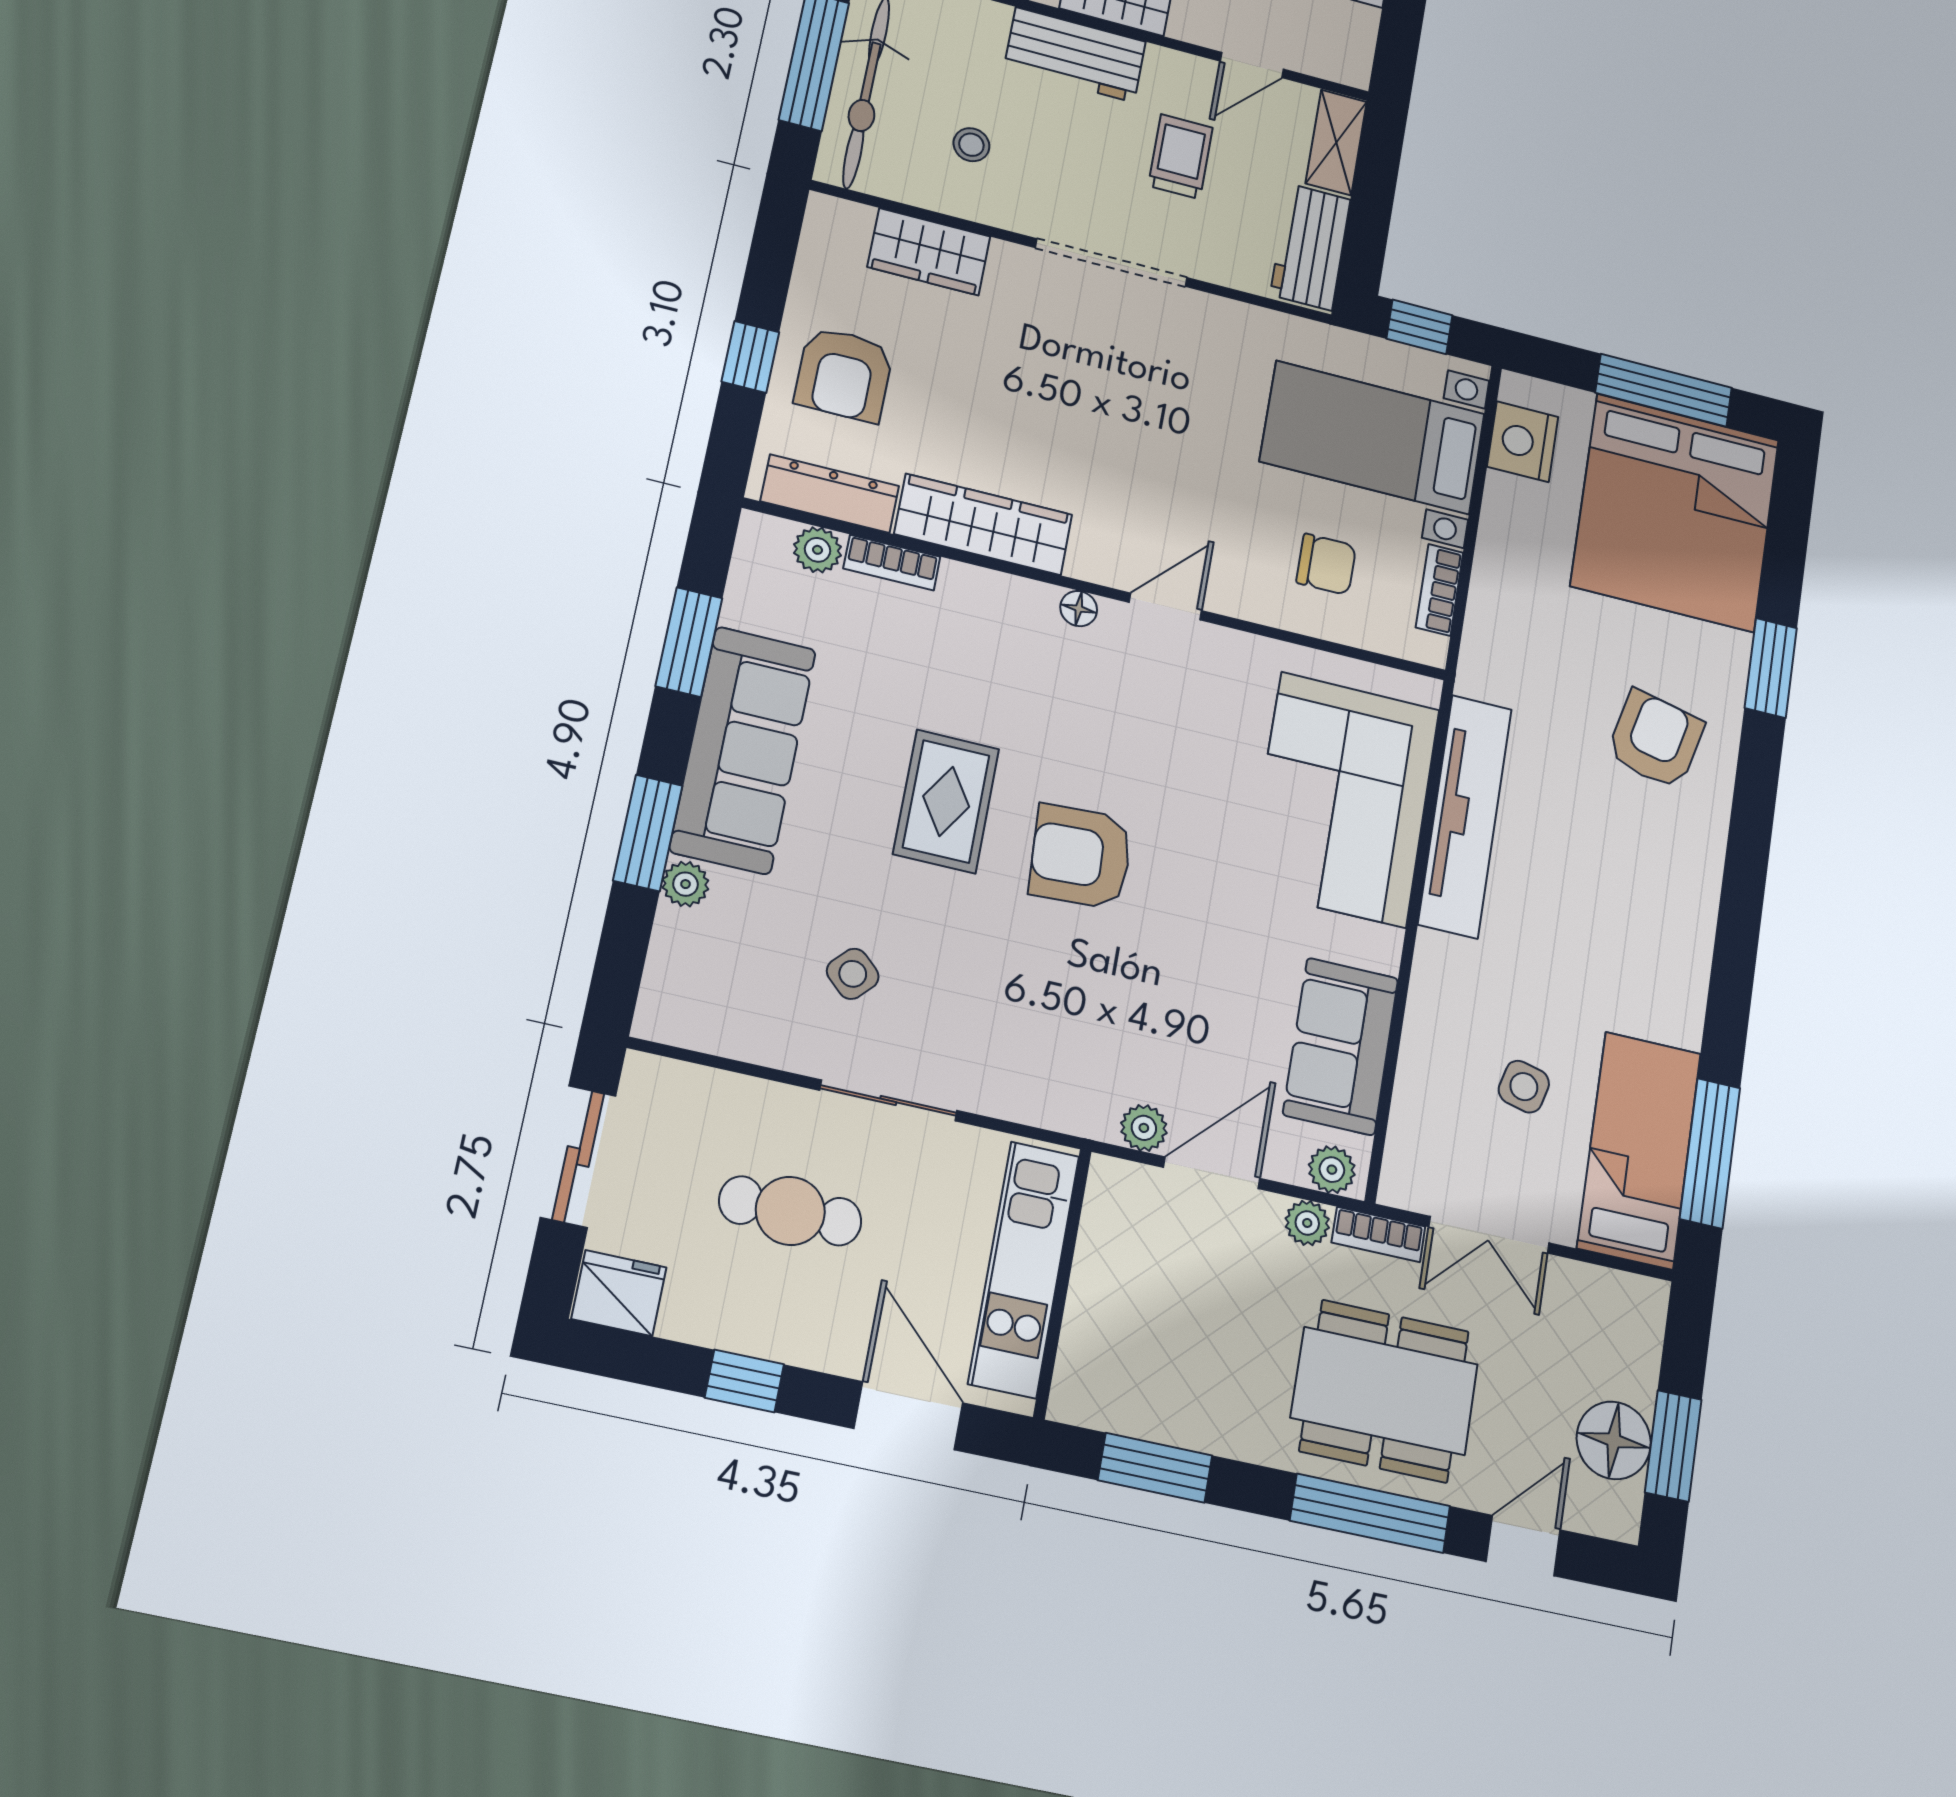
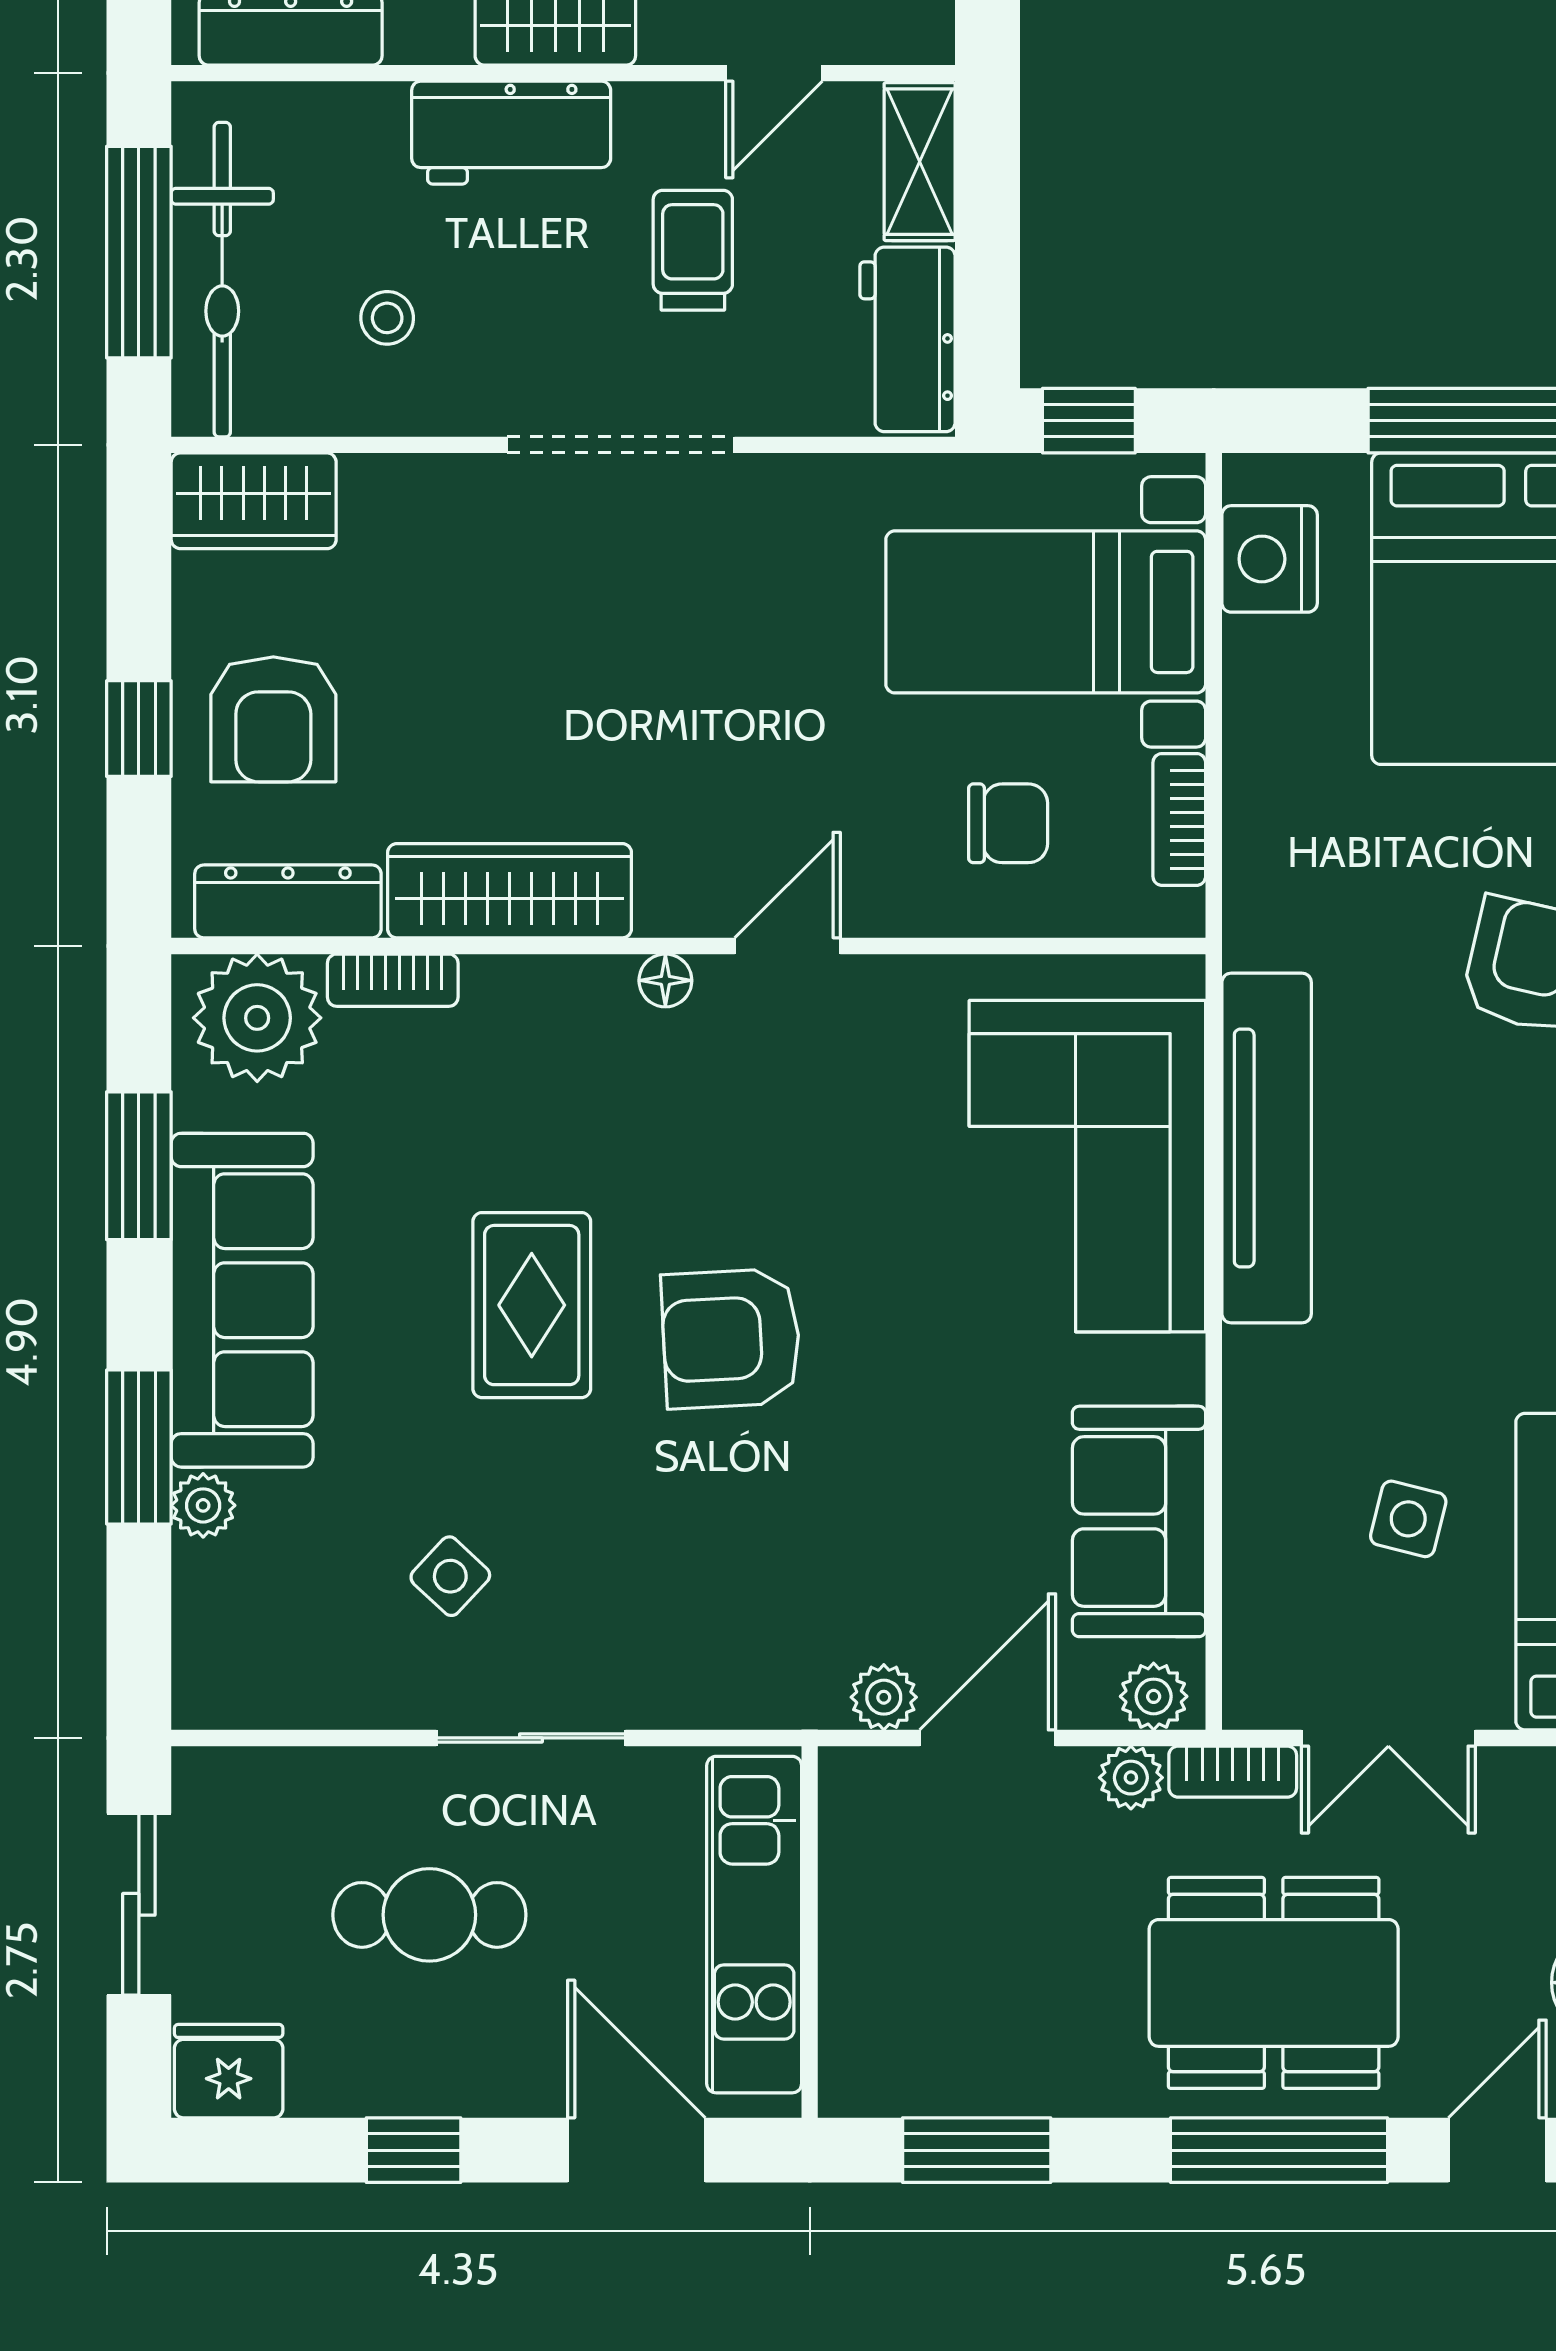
wardrobe: (929, 252) -> (254, 501), moved
plant: (818, 550) -> (257, 1018), width x1.87, depth x1.87

